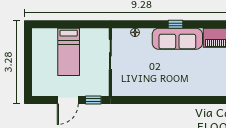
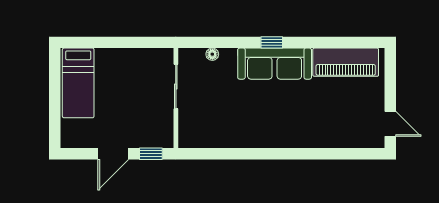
bed: (69, 52) -> (78, 83), moved

